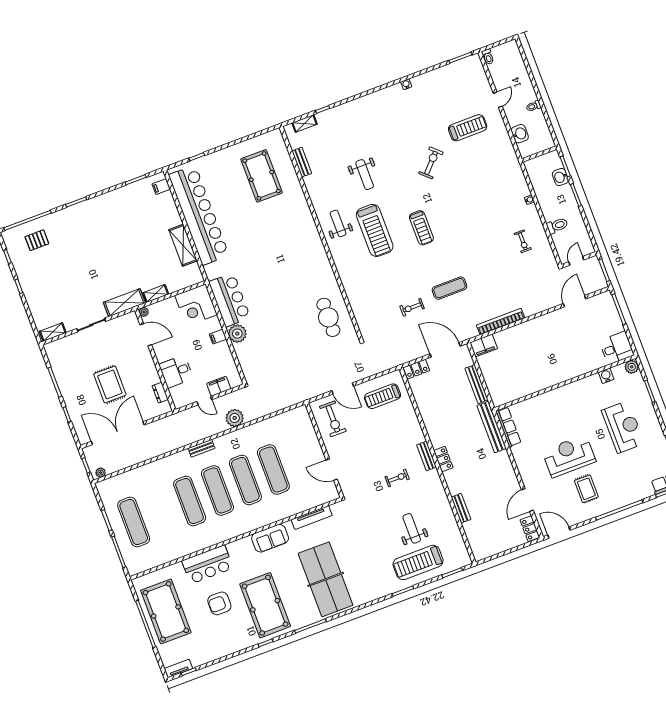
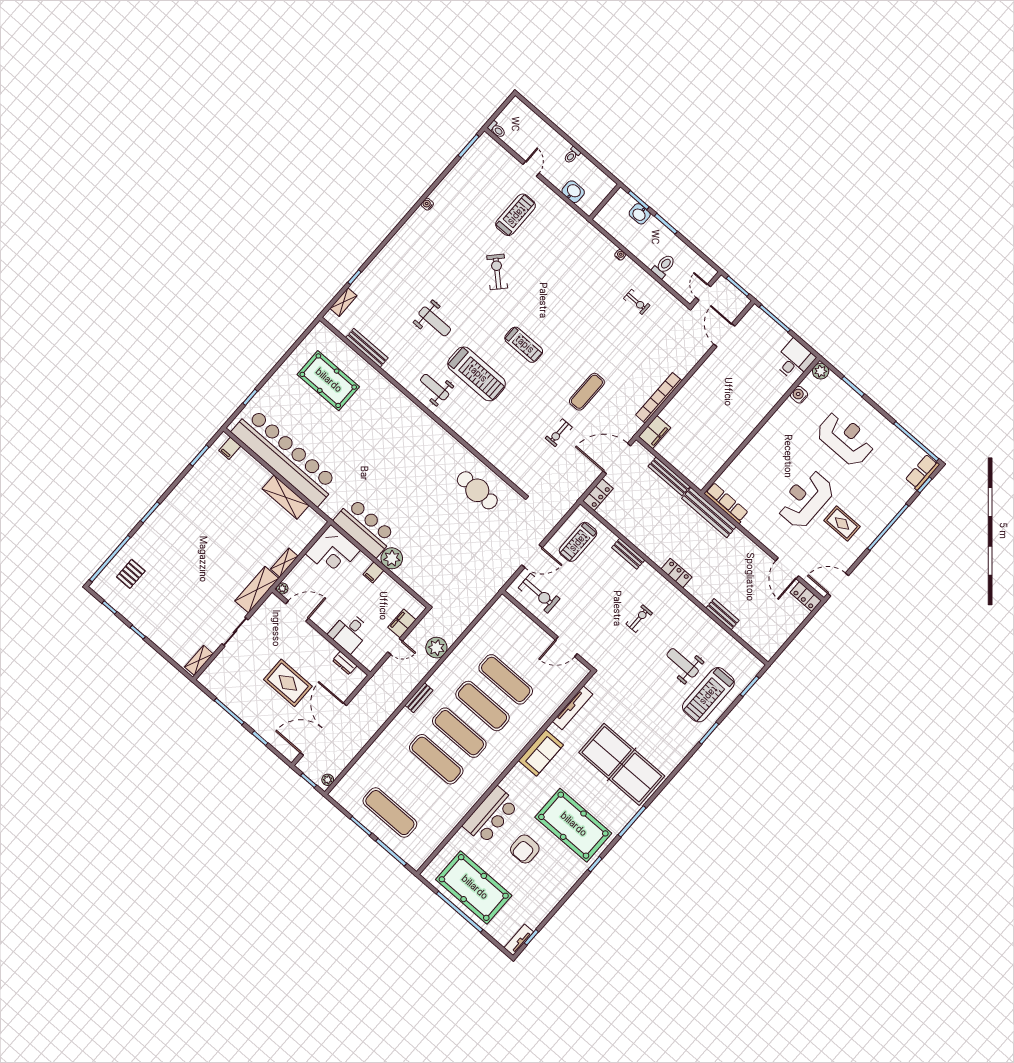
bench: (302, 162) -> (367, 348), width x1.36
bench: (427, 456) -> (628, 554), moved

